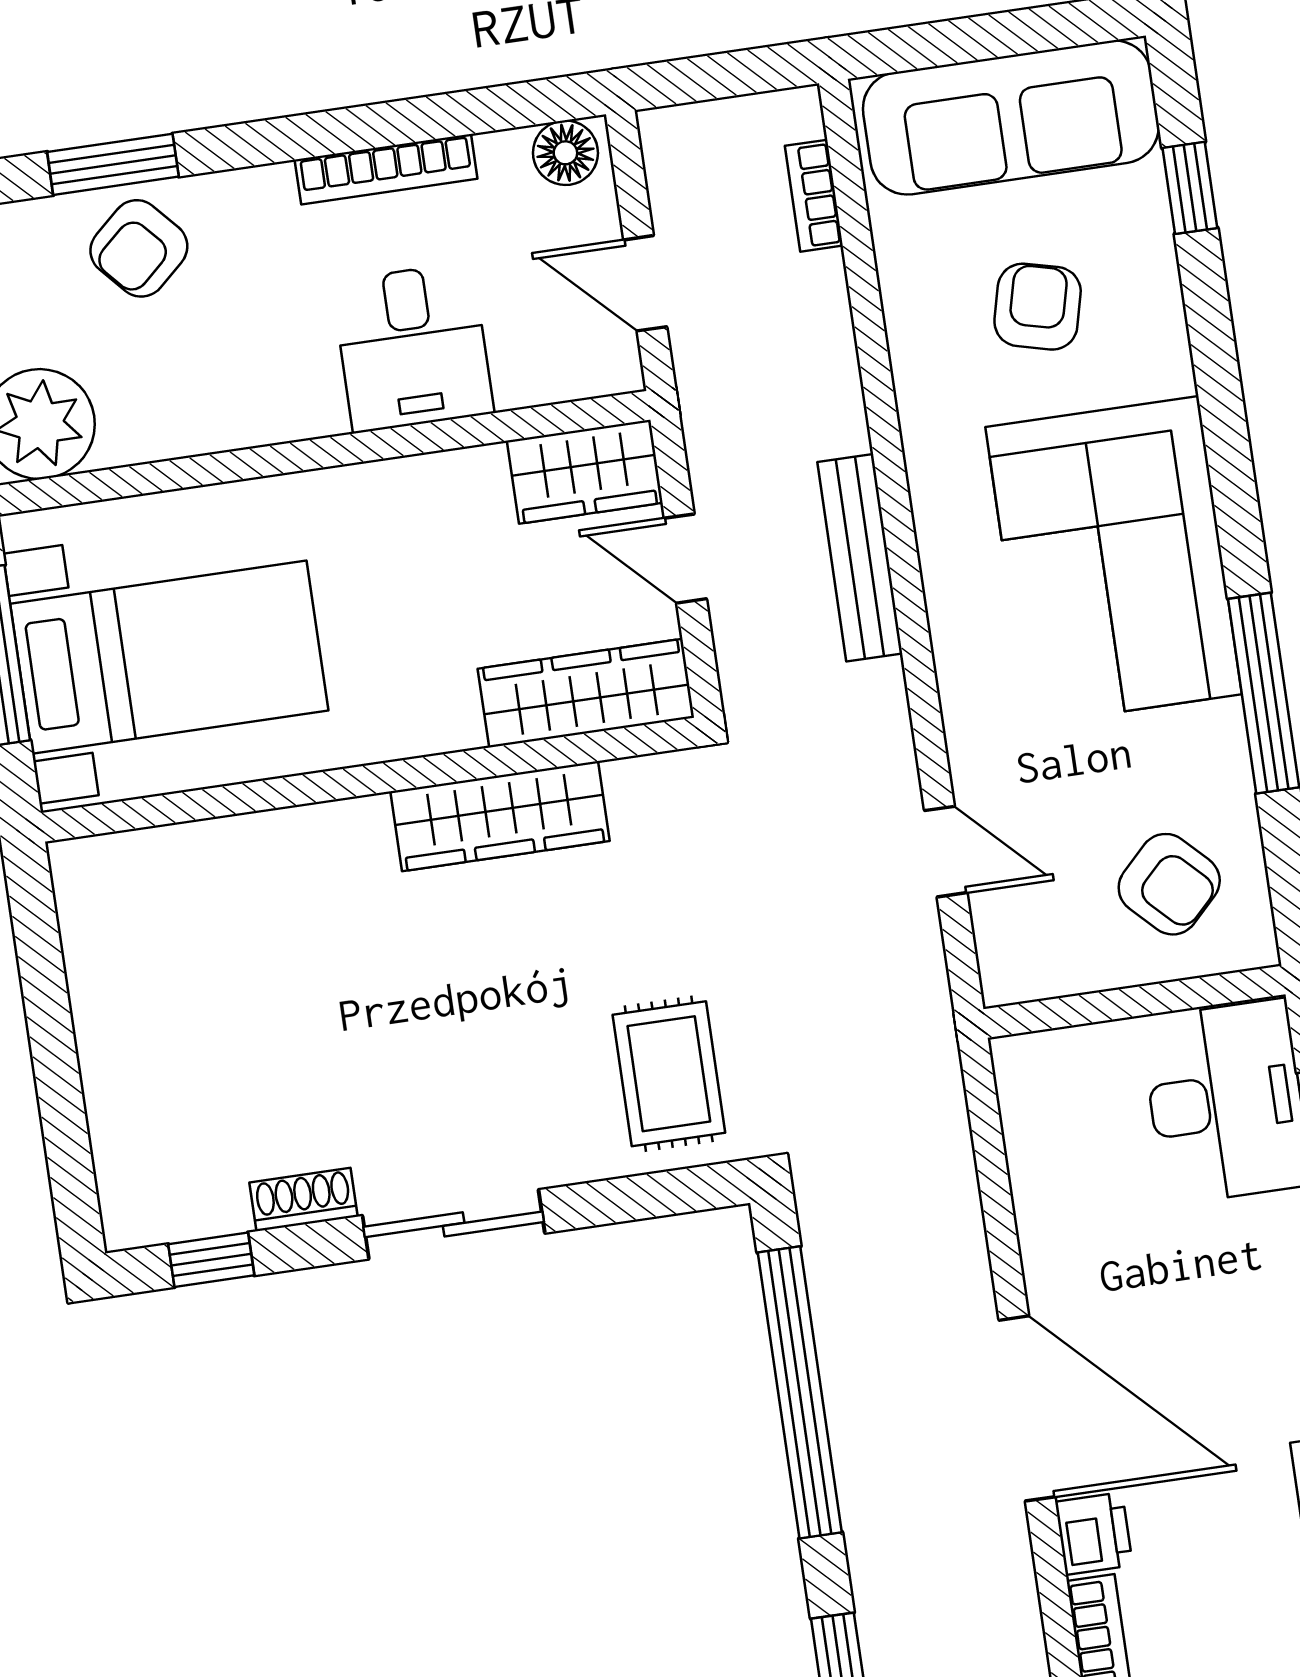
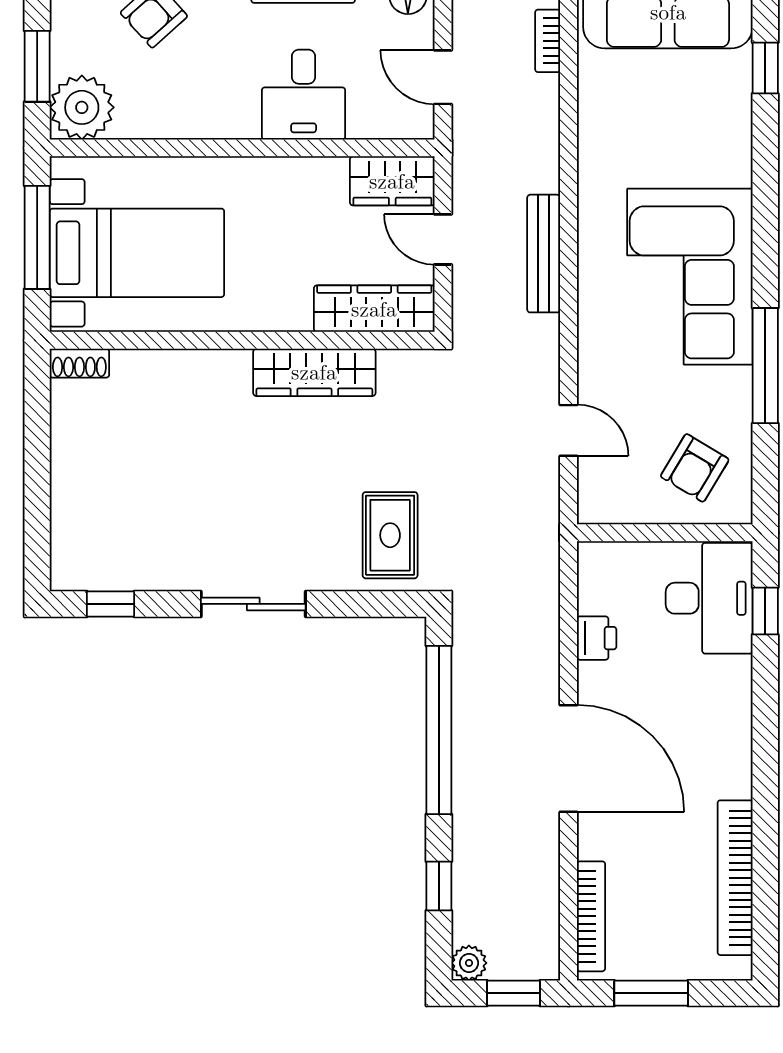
armchair: (1038, 307) -> (667, 124), removed
armchair: (1169, 884) -> (695, 468), turned 76
shoe rack: (303, 1199) -> (79, 363), moved, turned 180
printer: (1094, 1534) -> (597, 638), moved

